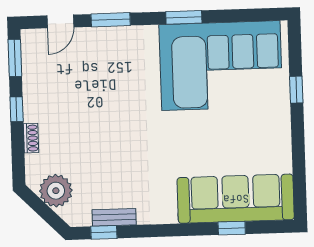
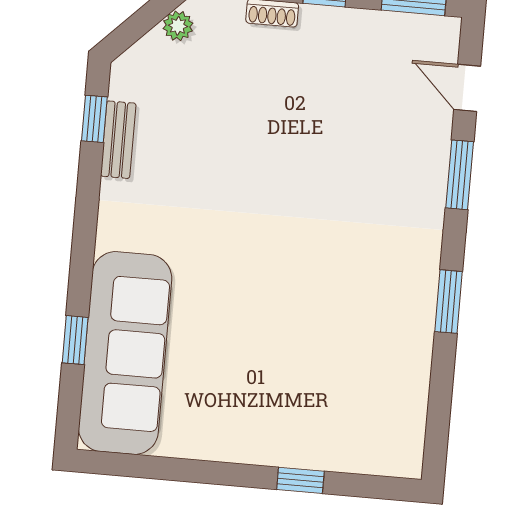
corner sofa: (221, 66) -> (358, 355), removed
plant: (56, 191) -> (178, 26), width x0.53, depth x0.53

